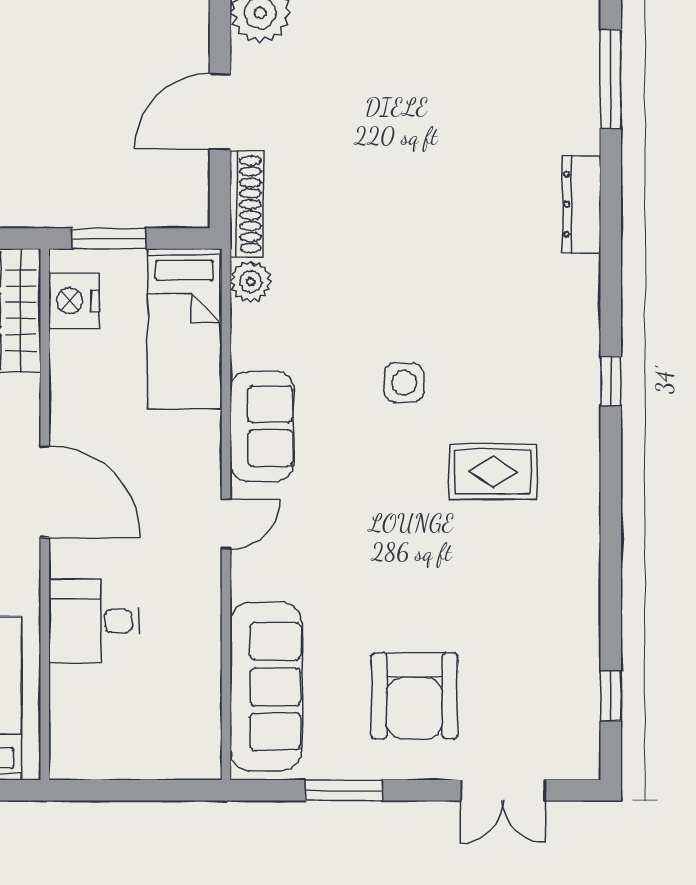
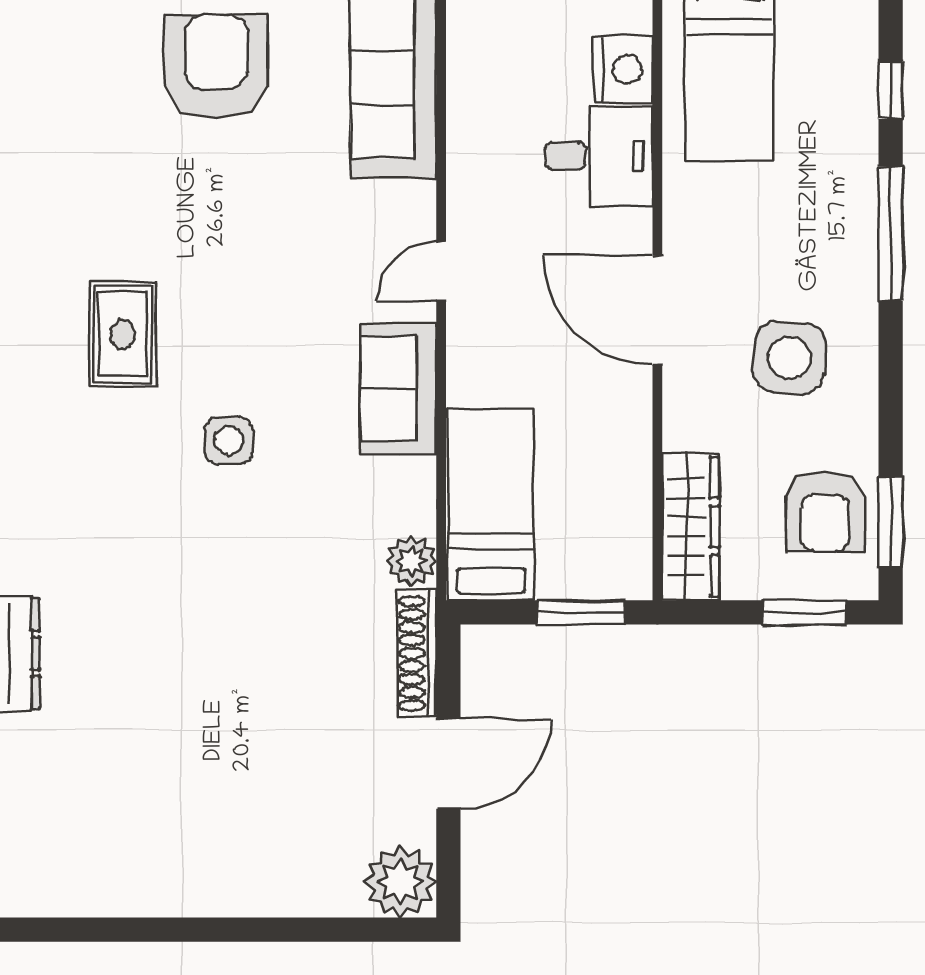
nightstand: (74, 301) -> (623, 69), moved
rug: (493, 472) -> (122, 334), turned 90

